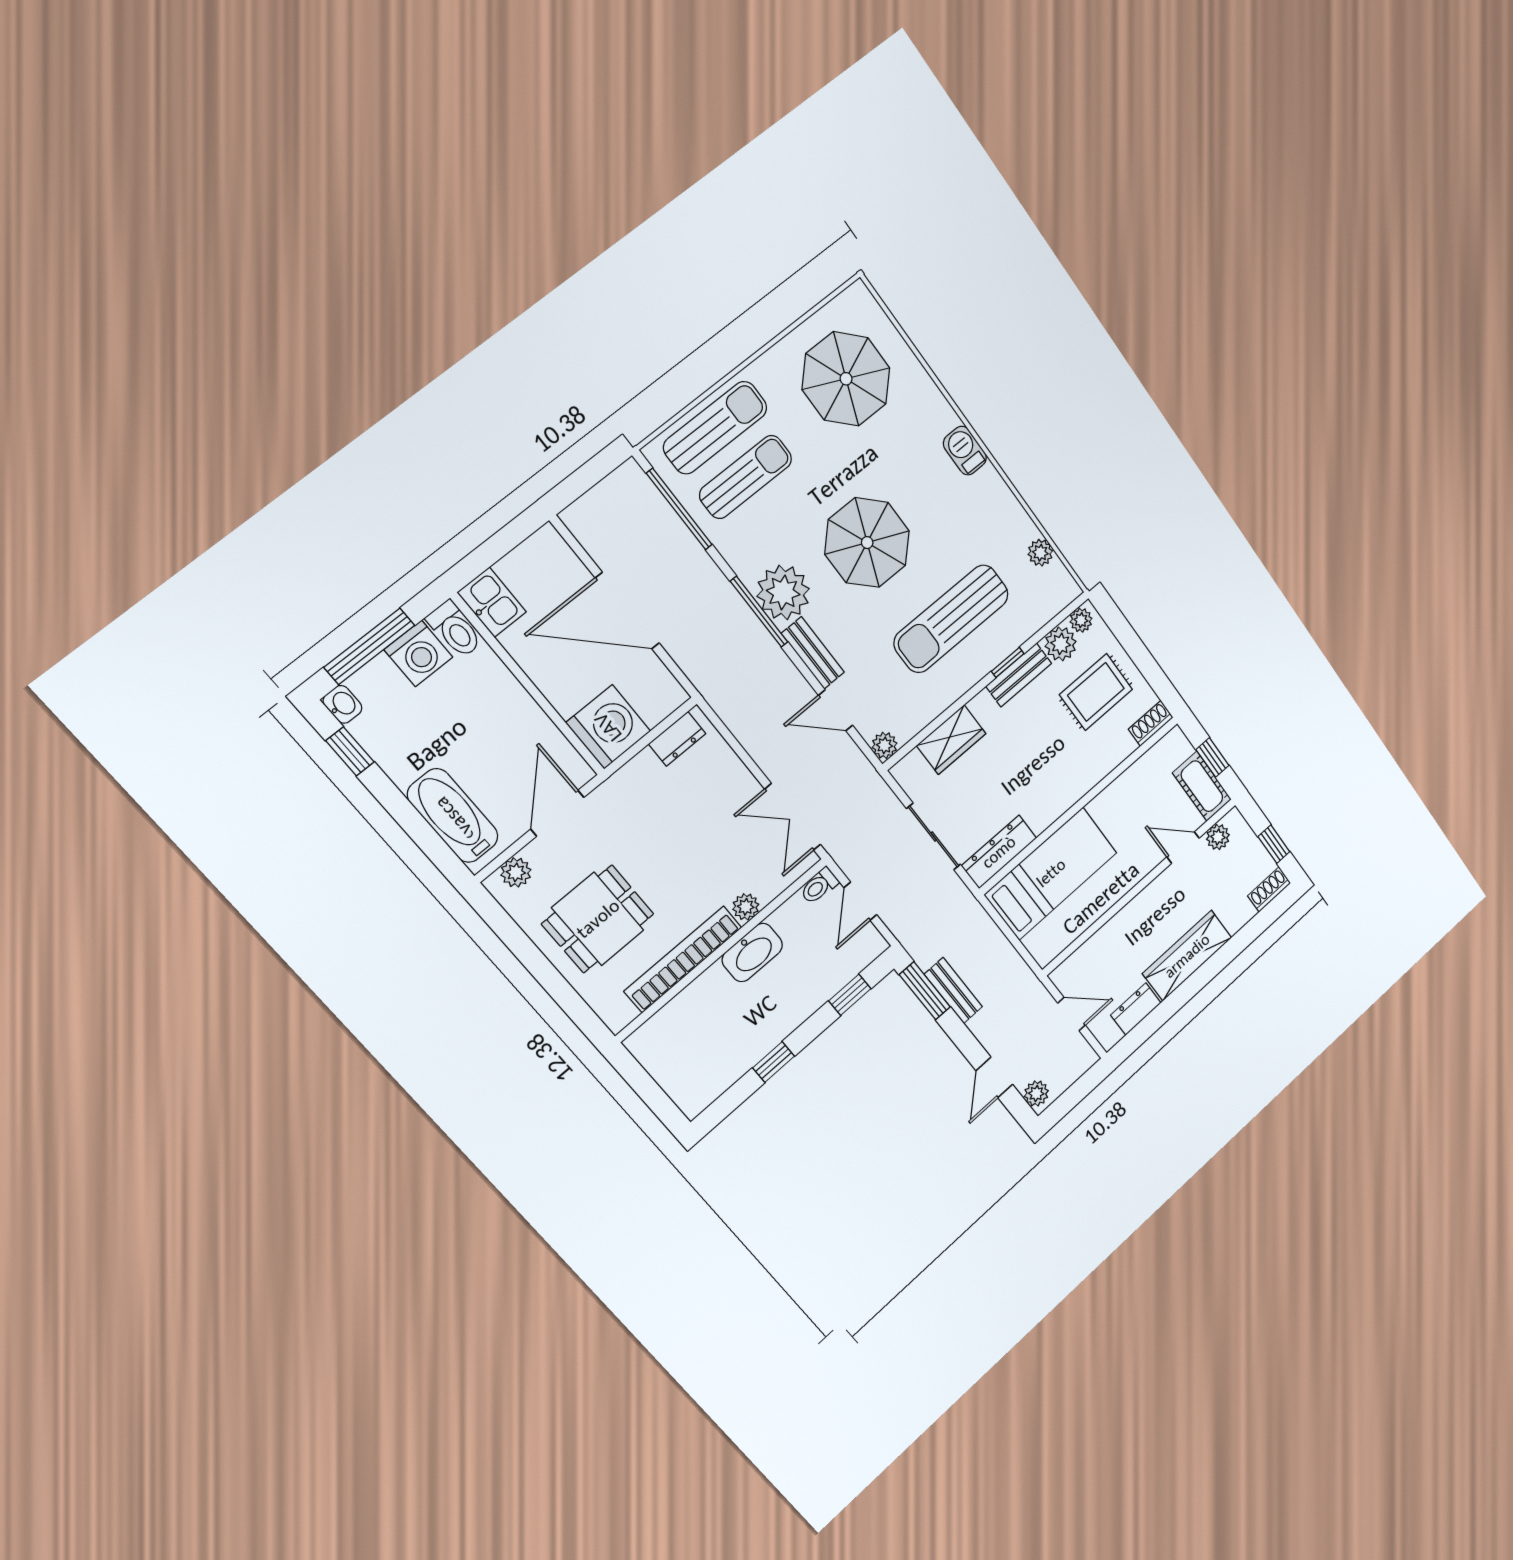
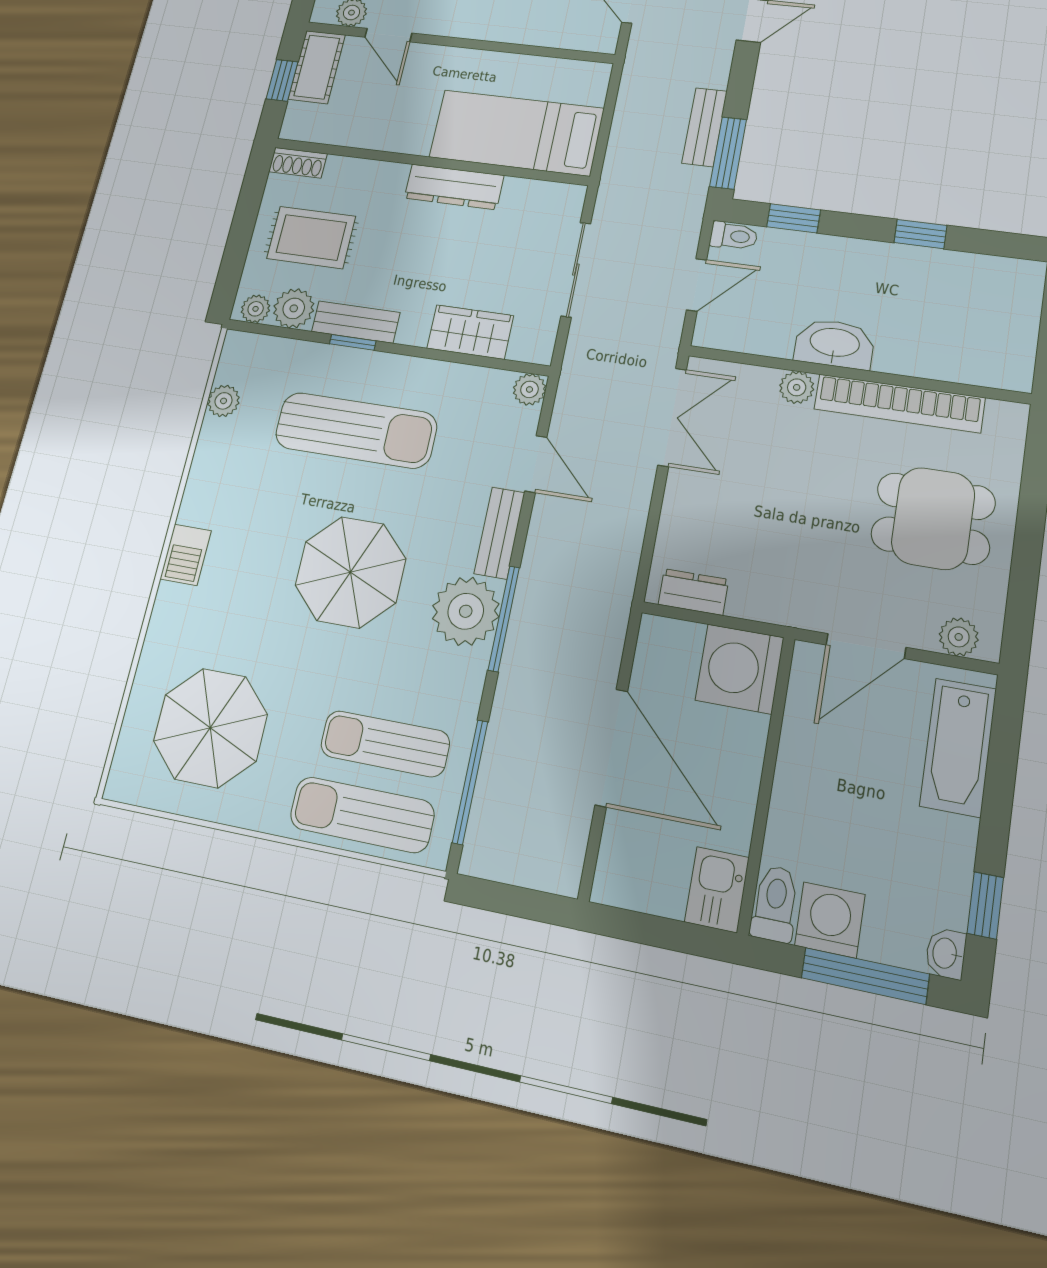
dresser: (999, 852) -> (454, 187), moved
toilet: (819, 886) -> (734, 236), moved

